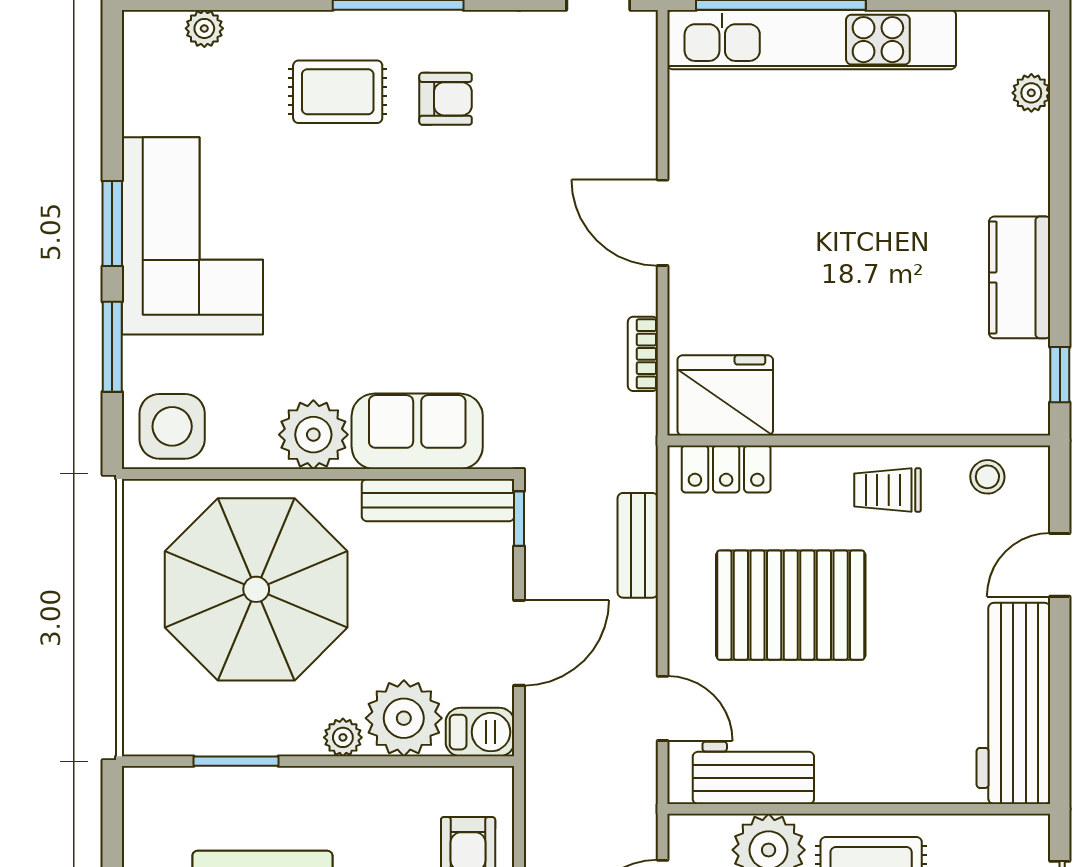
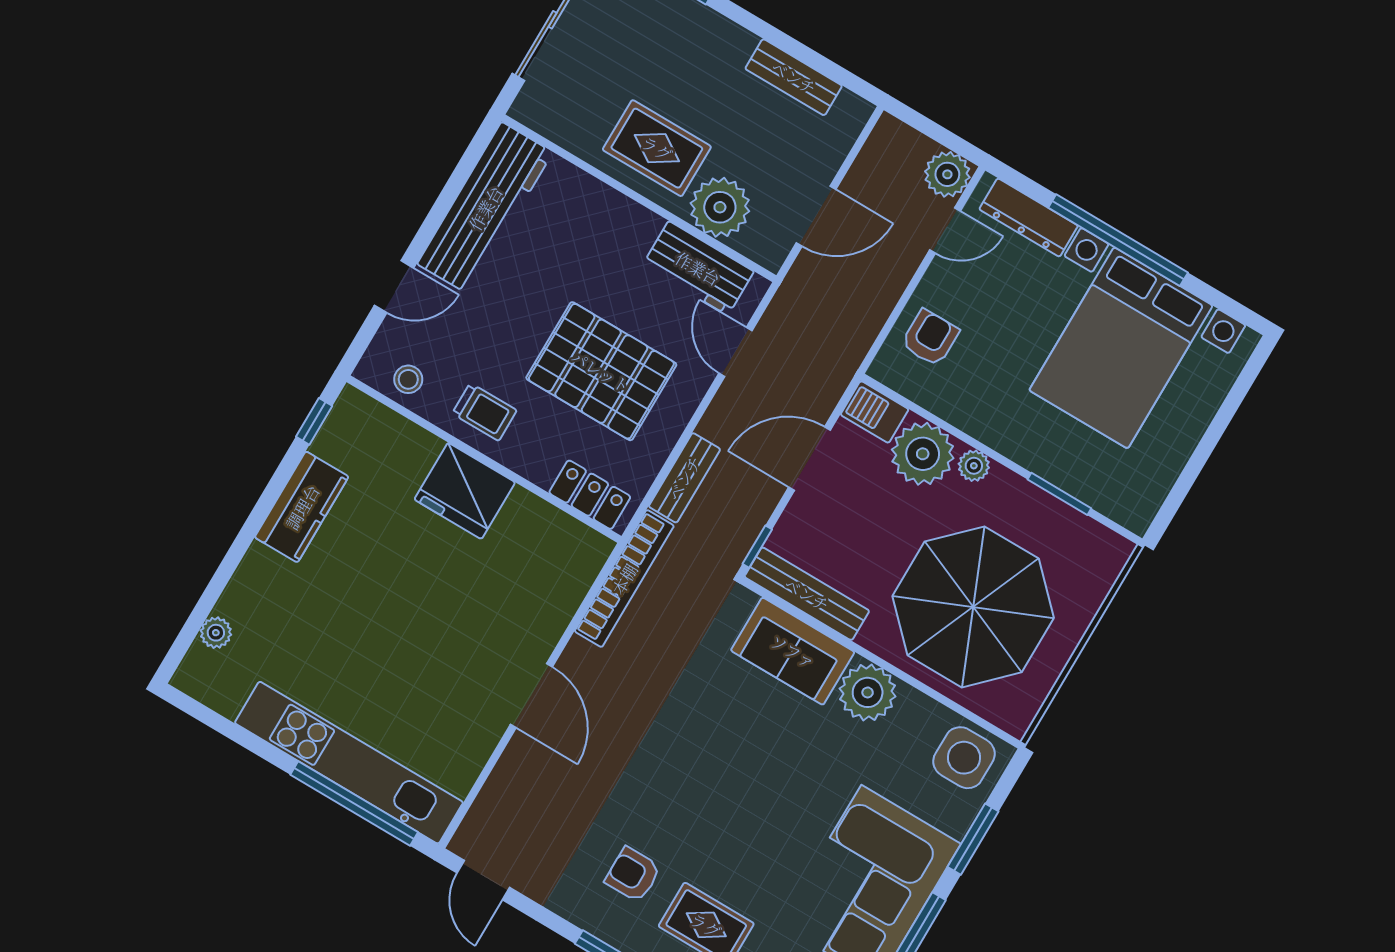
bookcase: (643, 354) -> (624, 579), width x2.31, depth x1.31
fridge: (725, 395) -> (465, 491), moved

